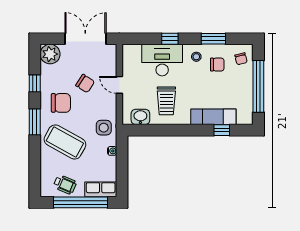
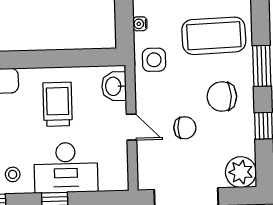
chair: (85, 84) -> (185, 128), turned 147
washbasin: (140, 117) -> (114, 86), moved, turned 90
coffee table: (65, 142) -> (214, 36), turned -31

